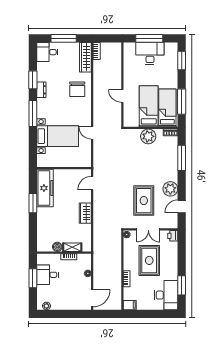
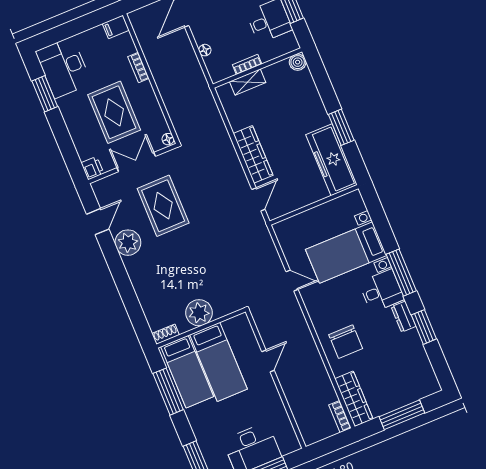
desk: (47, 52) -> (382, 291), moved
chair: (77, 89) -> (346, 342), turned 180
door: (122, 96) -> (268, 361), hinge flipped
window: (182, 158) -> (130, 300), removed
wardrobe: (85, 213) -> (253, 154), width x1.50
boiler: (57, 247) -> (298, 62), moved

